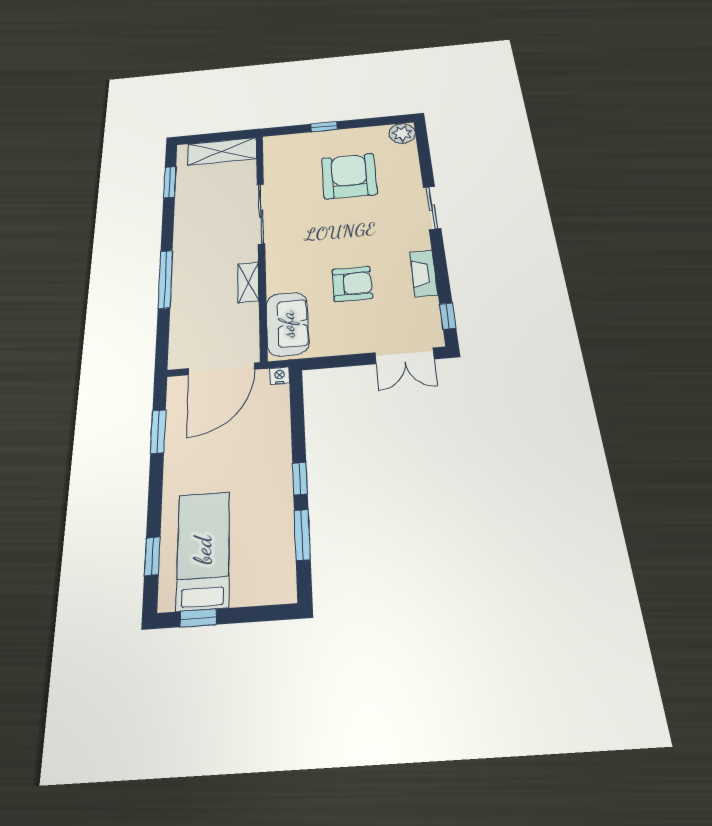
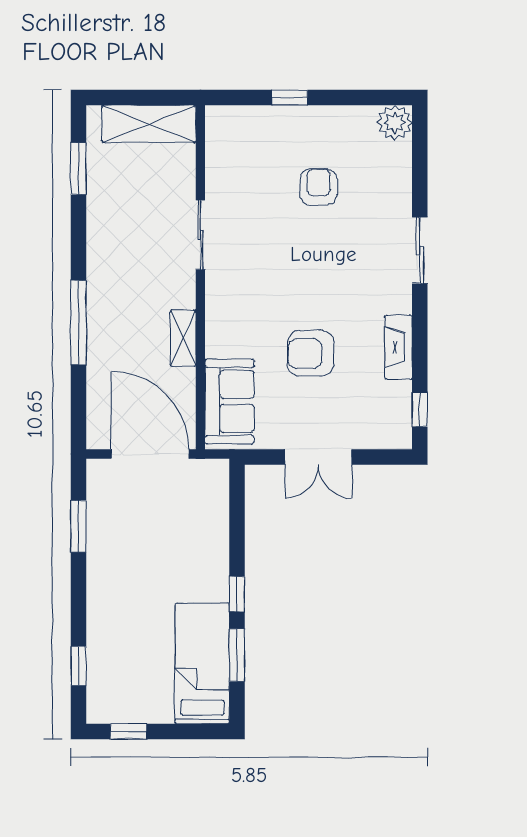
armchair: (349, 176) -> (318, 187), width x0.53, depth x0.53
sliding door: (261, 214) -> (200, 235), width x0.73
armchair: (352, 284) -> (311, 353), turned 180
double door: (405, 356) -> (318, 457), moved
door: (221, 369) -> (150, 454), swing flipped
nightstand: (280, 376) -> (218, 469), removed
bed: (203, 550) -> (202, 664), moved

